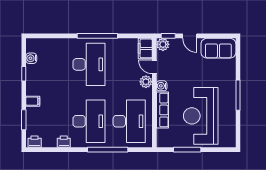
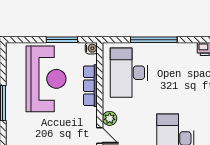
water cooler: (162, 86) -> (91, 48), moved
desk: (89, 121) -> (175, 73), removed

